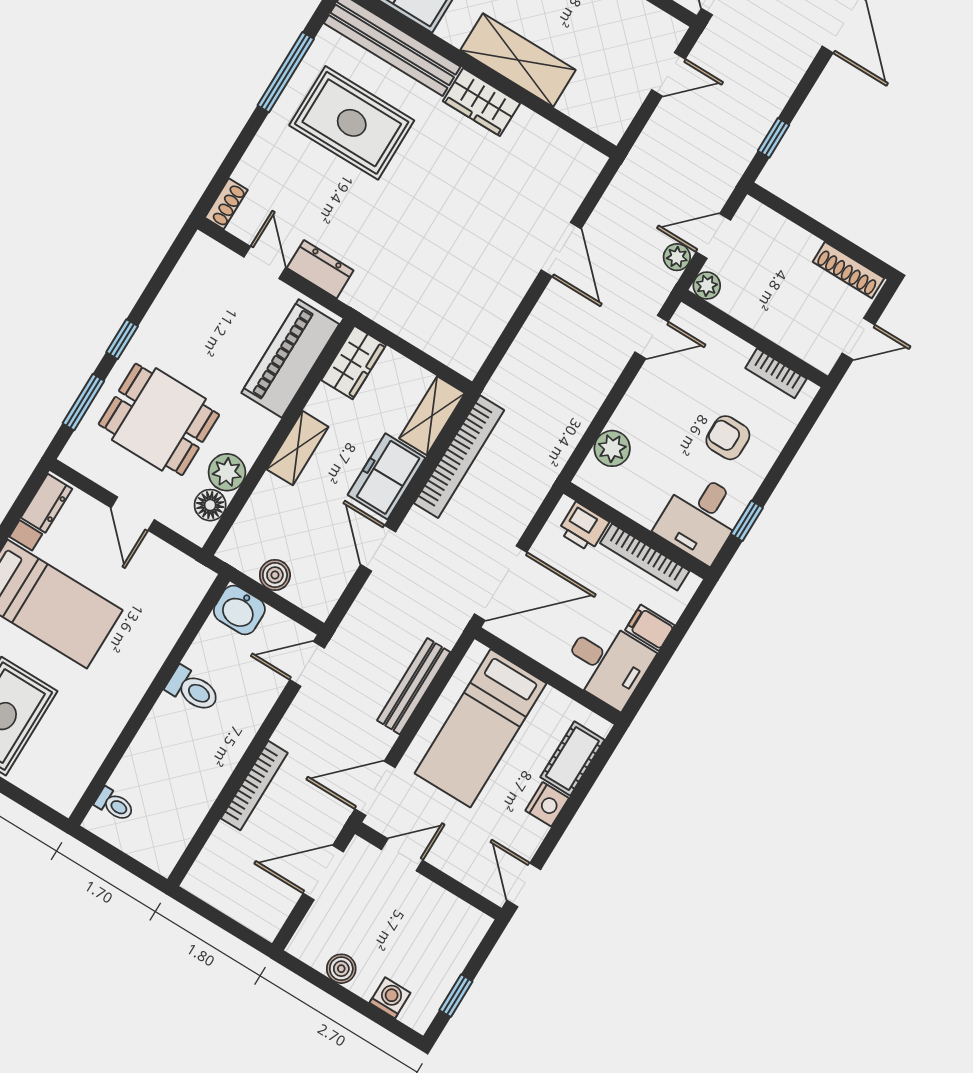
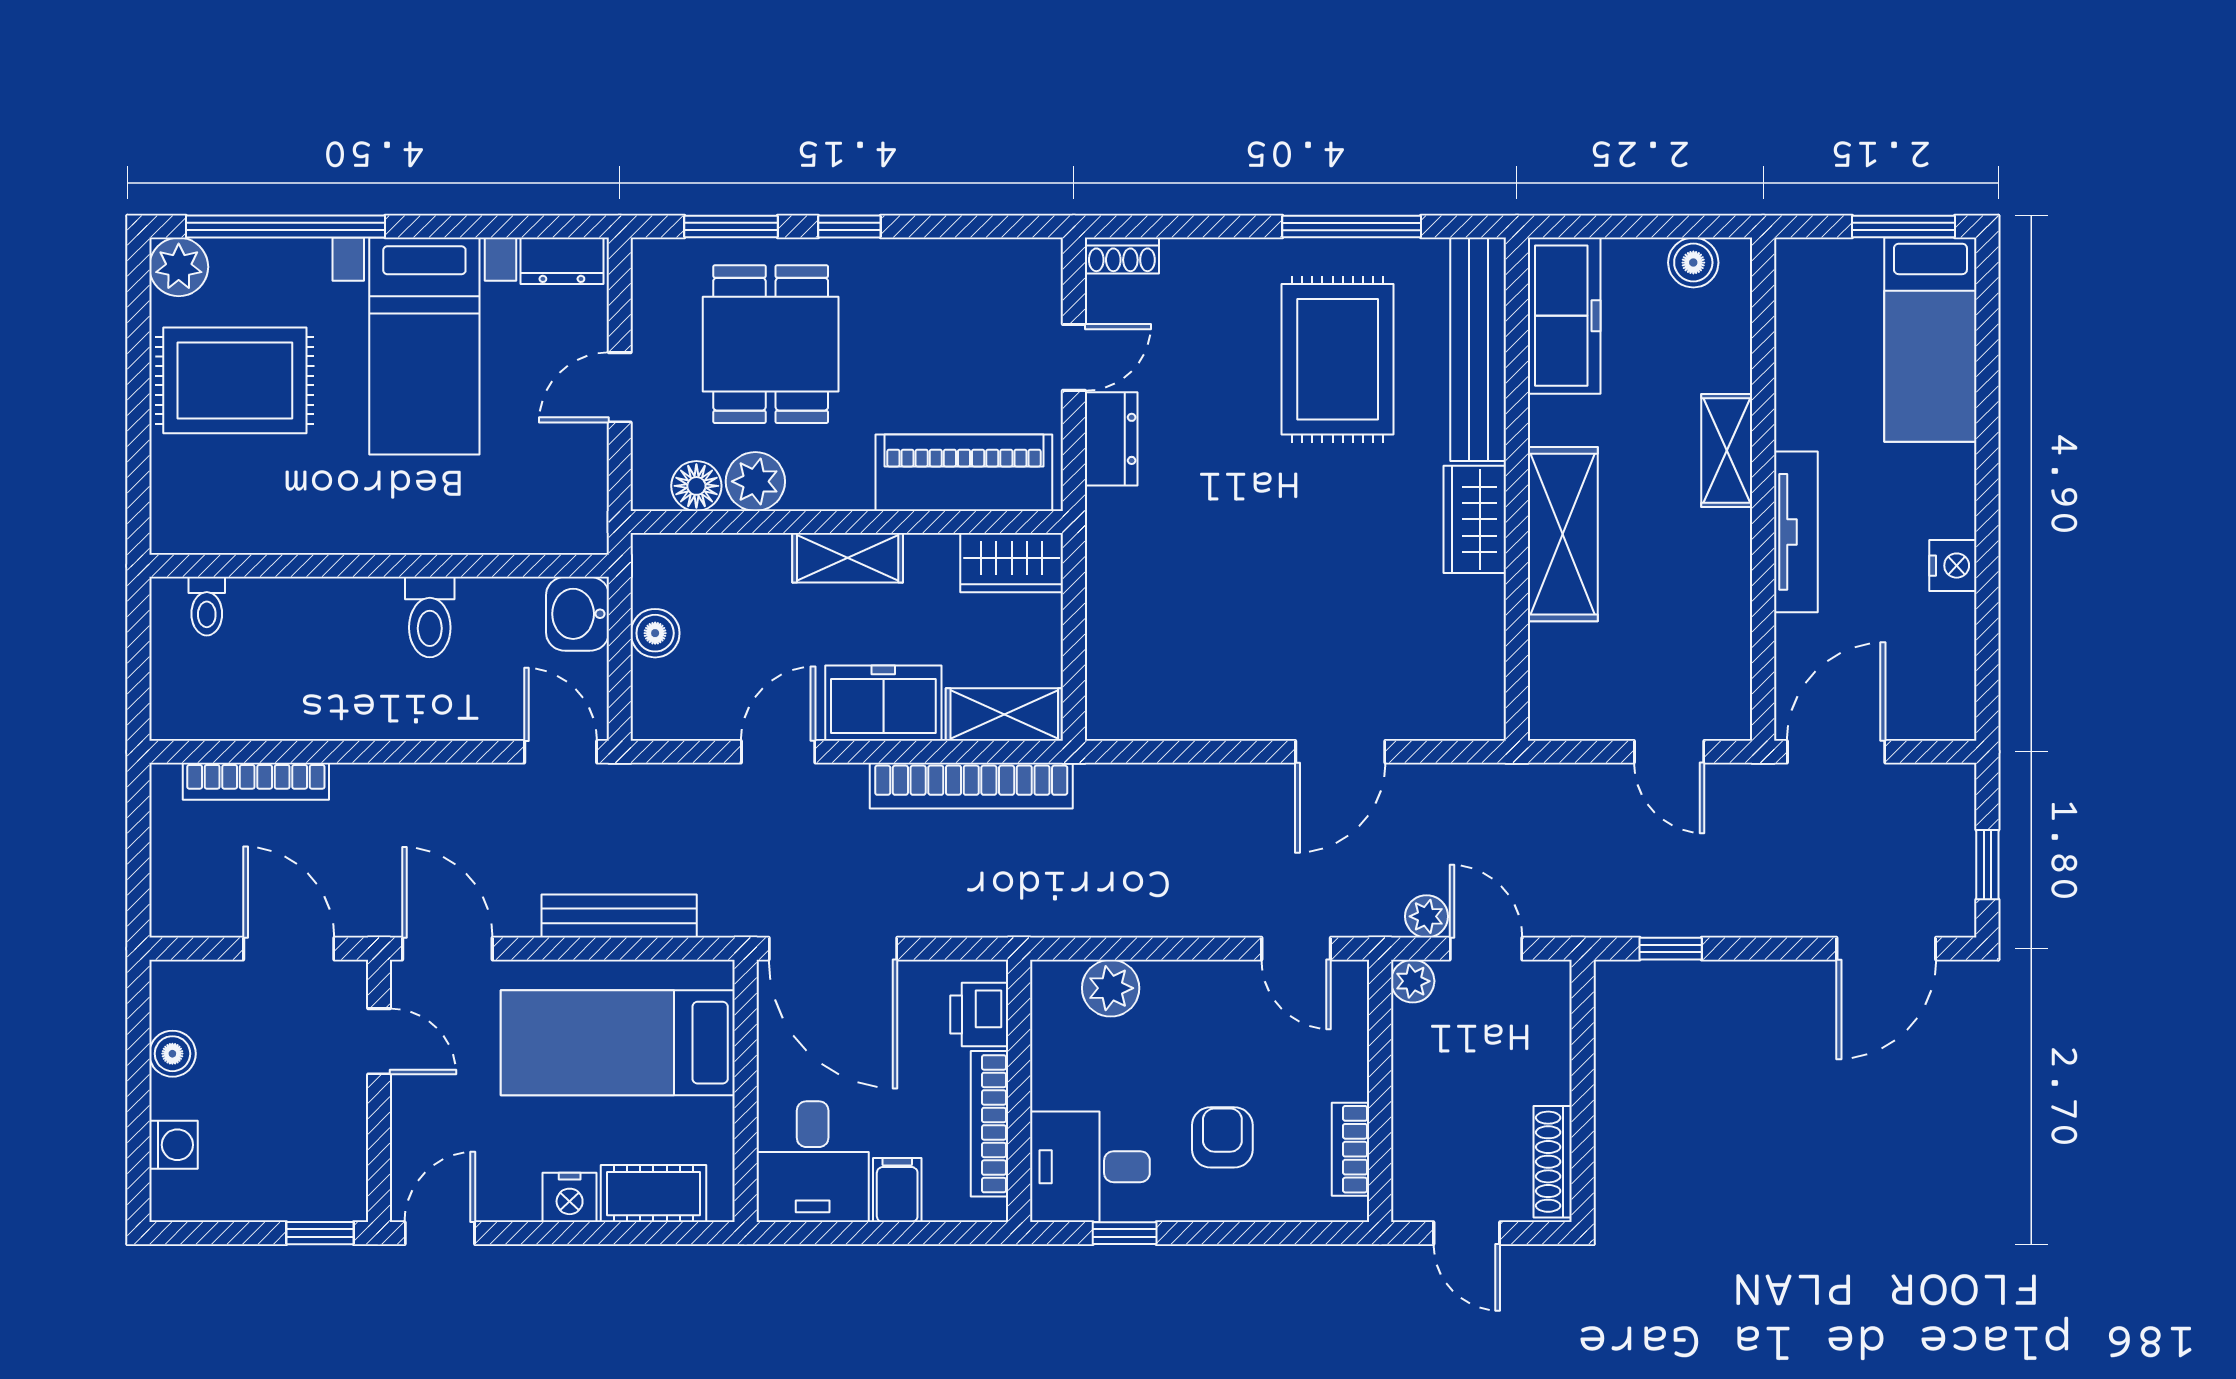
bookcase: (254, 786) -> (256, 781), moved
window: (456, 996) -> (320, 1233), moved

